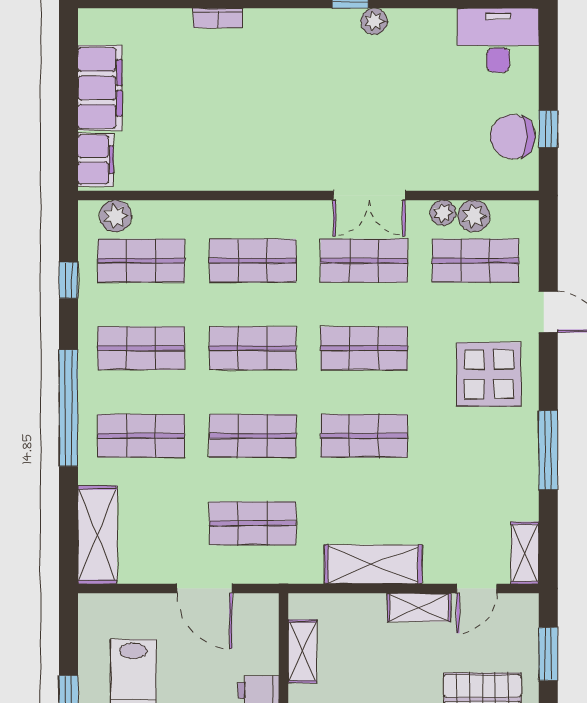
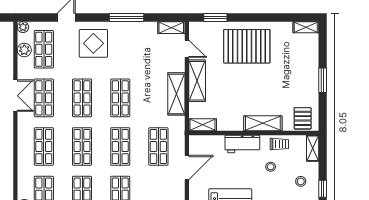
plant: (443, 213) -> (23, 27), moved
shelving: (419, 607) -> (197, 81), width x1.50, depth x1.33
shelving: (302, 651) -> (203, 125), moved

